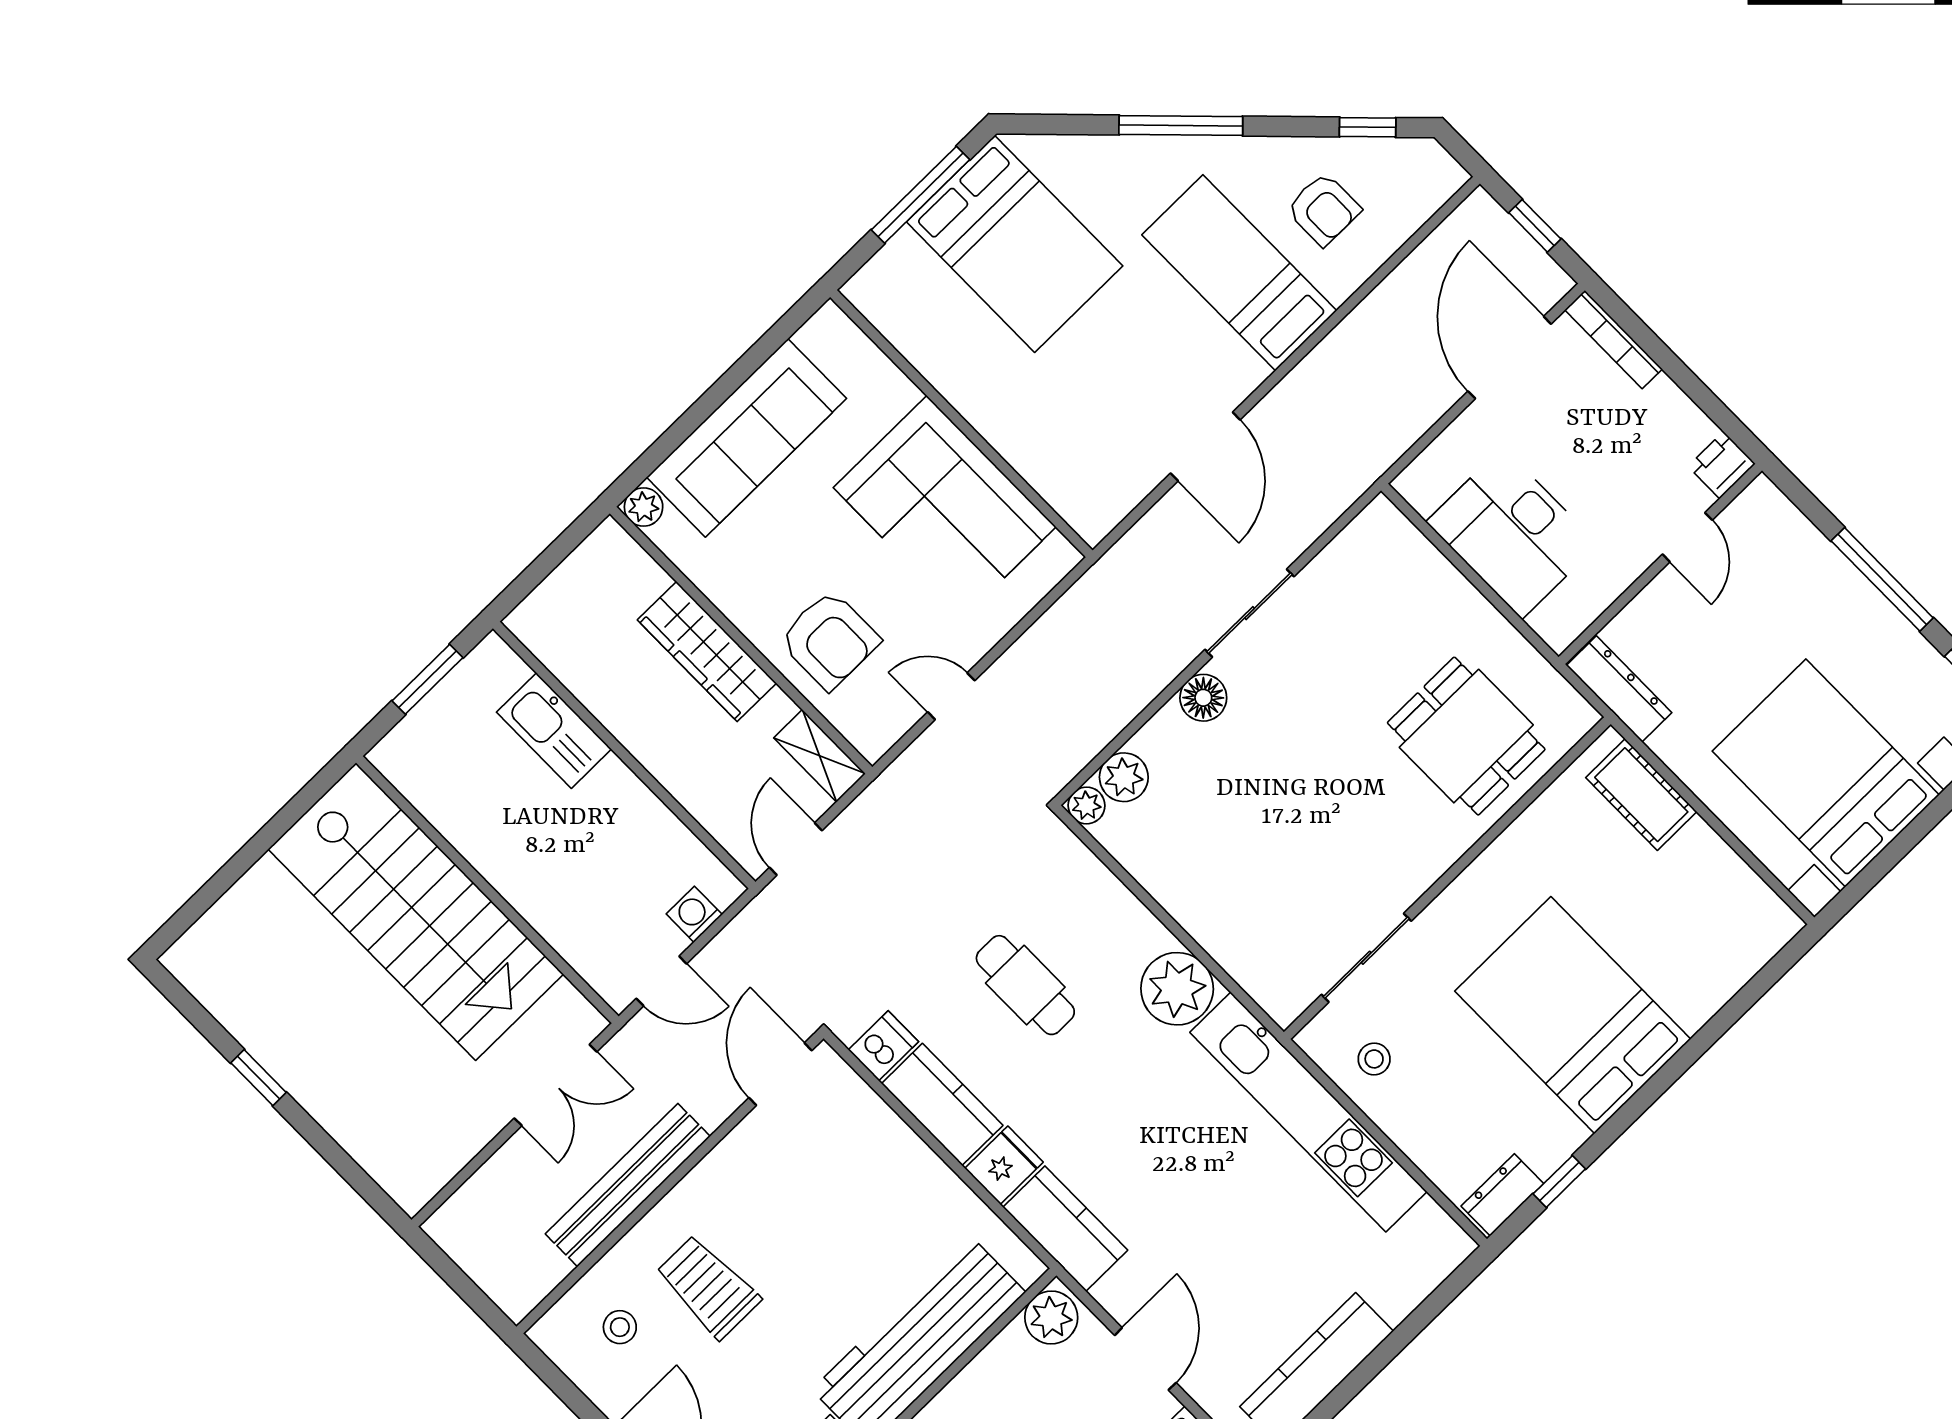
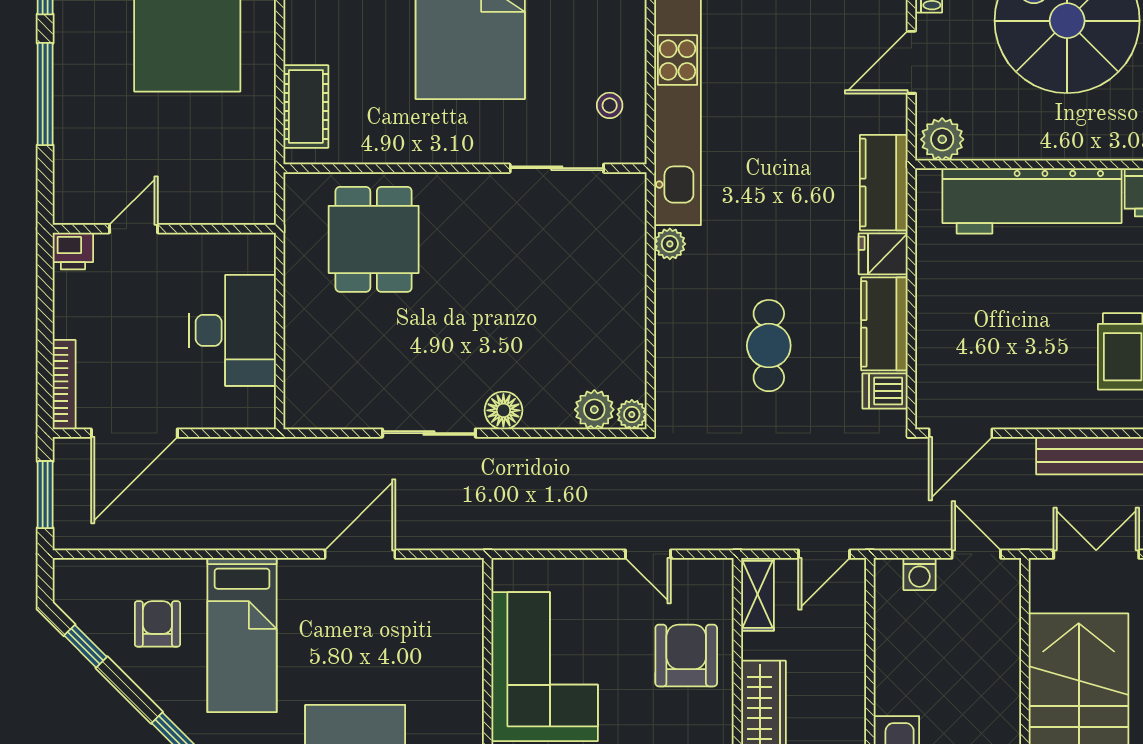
window: (1535, 226) -> (45, 495), width x1.50
dresser: (1619, 689) -> (259, 180), removed
plant: (1177, 989) -> (670, 244), width x0.53, depth x0.53

